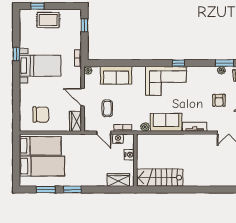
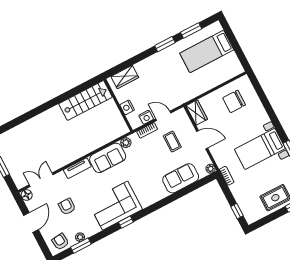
corner sofa: (166, 81) -> (115, 206), moved
bed: (40, 146) -> (219, 71), removed

